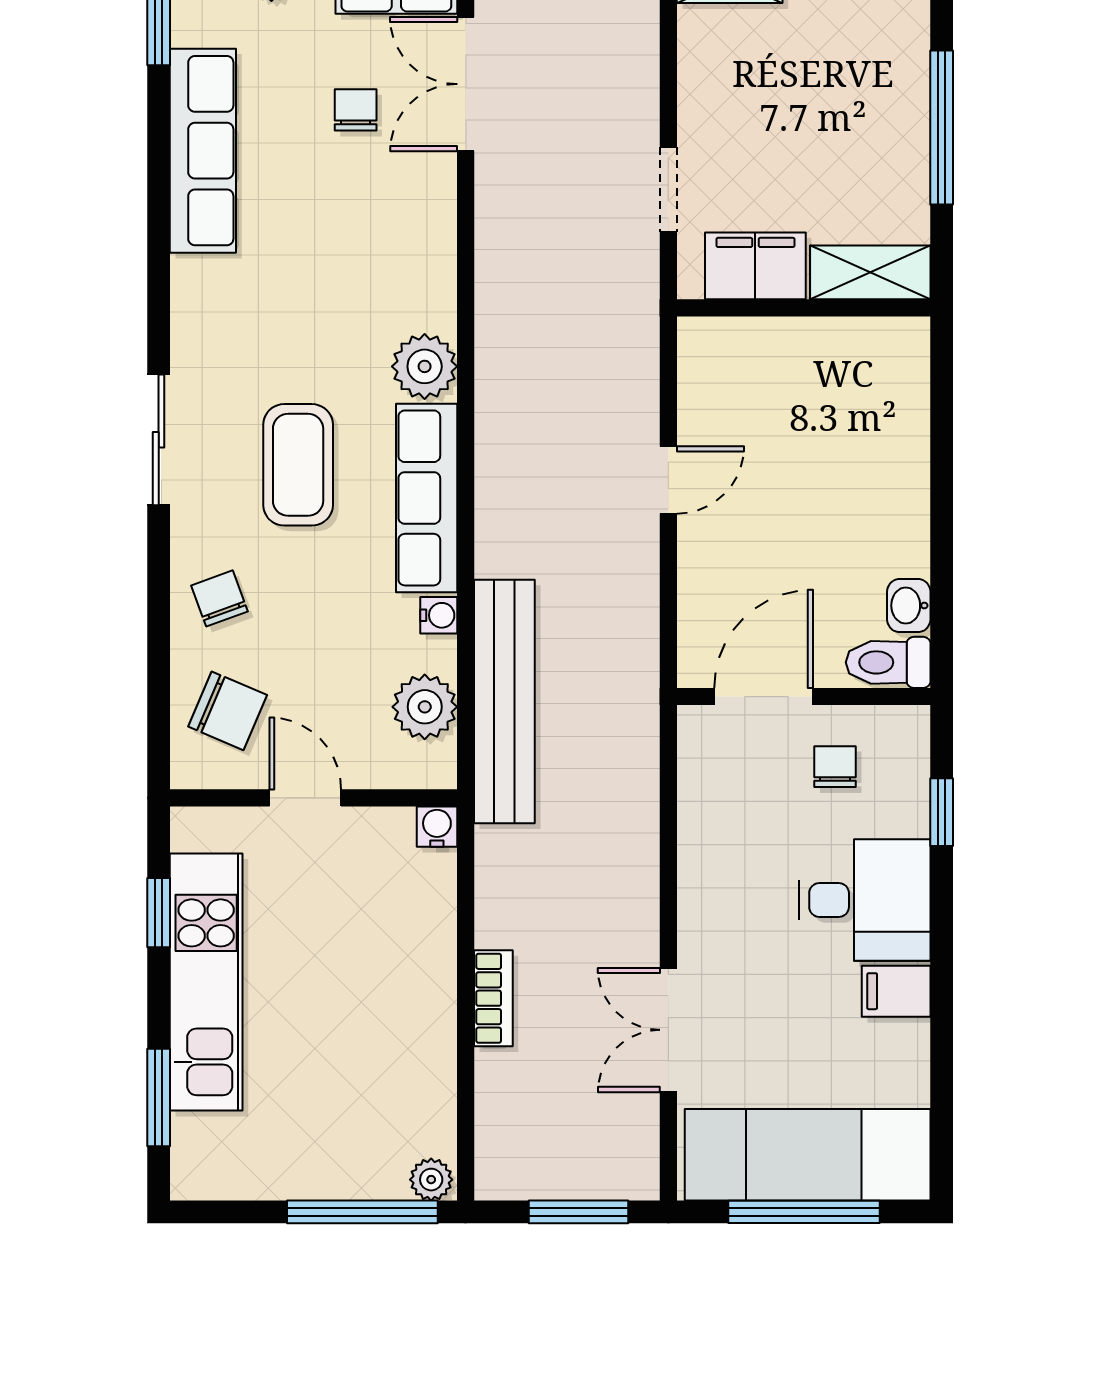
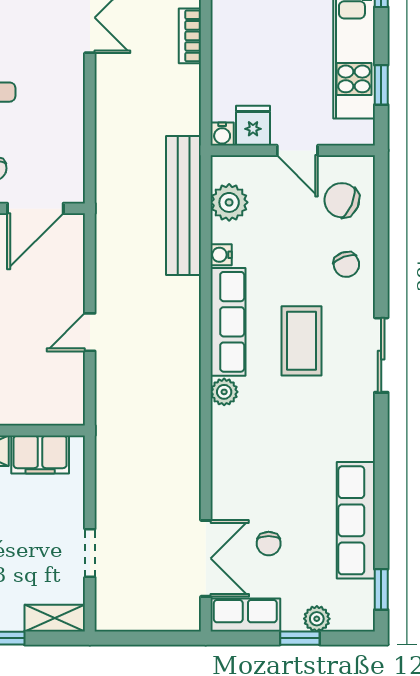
doorway: (668, 189) -> (90, 553), moved
plant: (425, 366) -> (224, 392), width x0.73, depth x0.73
fridge: (383, 841) -> (253, 126), added

